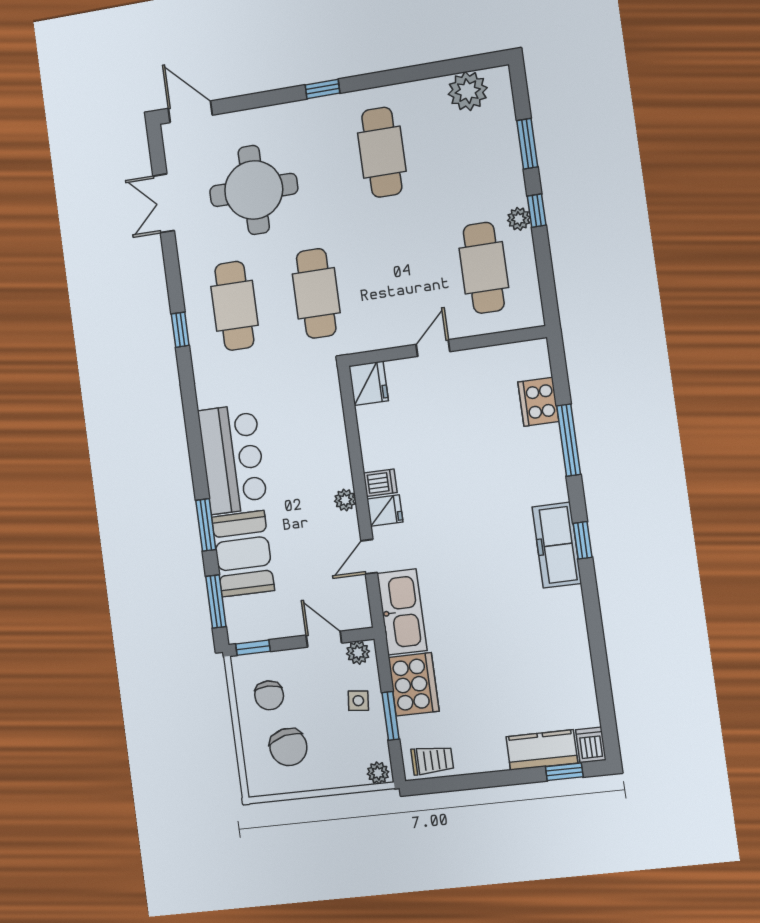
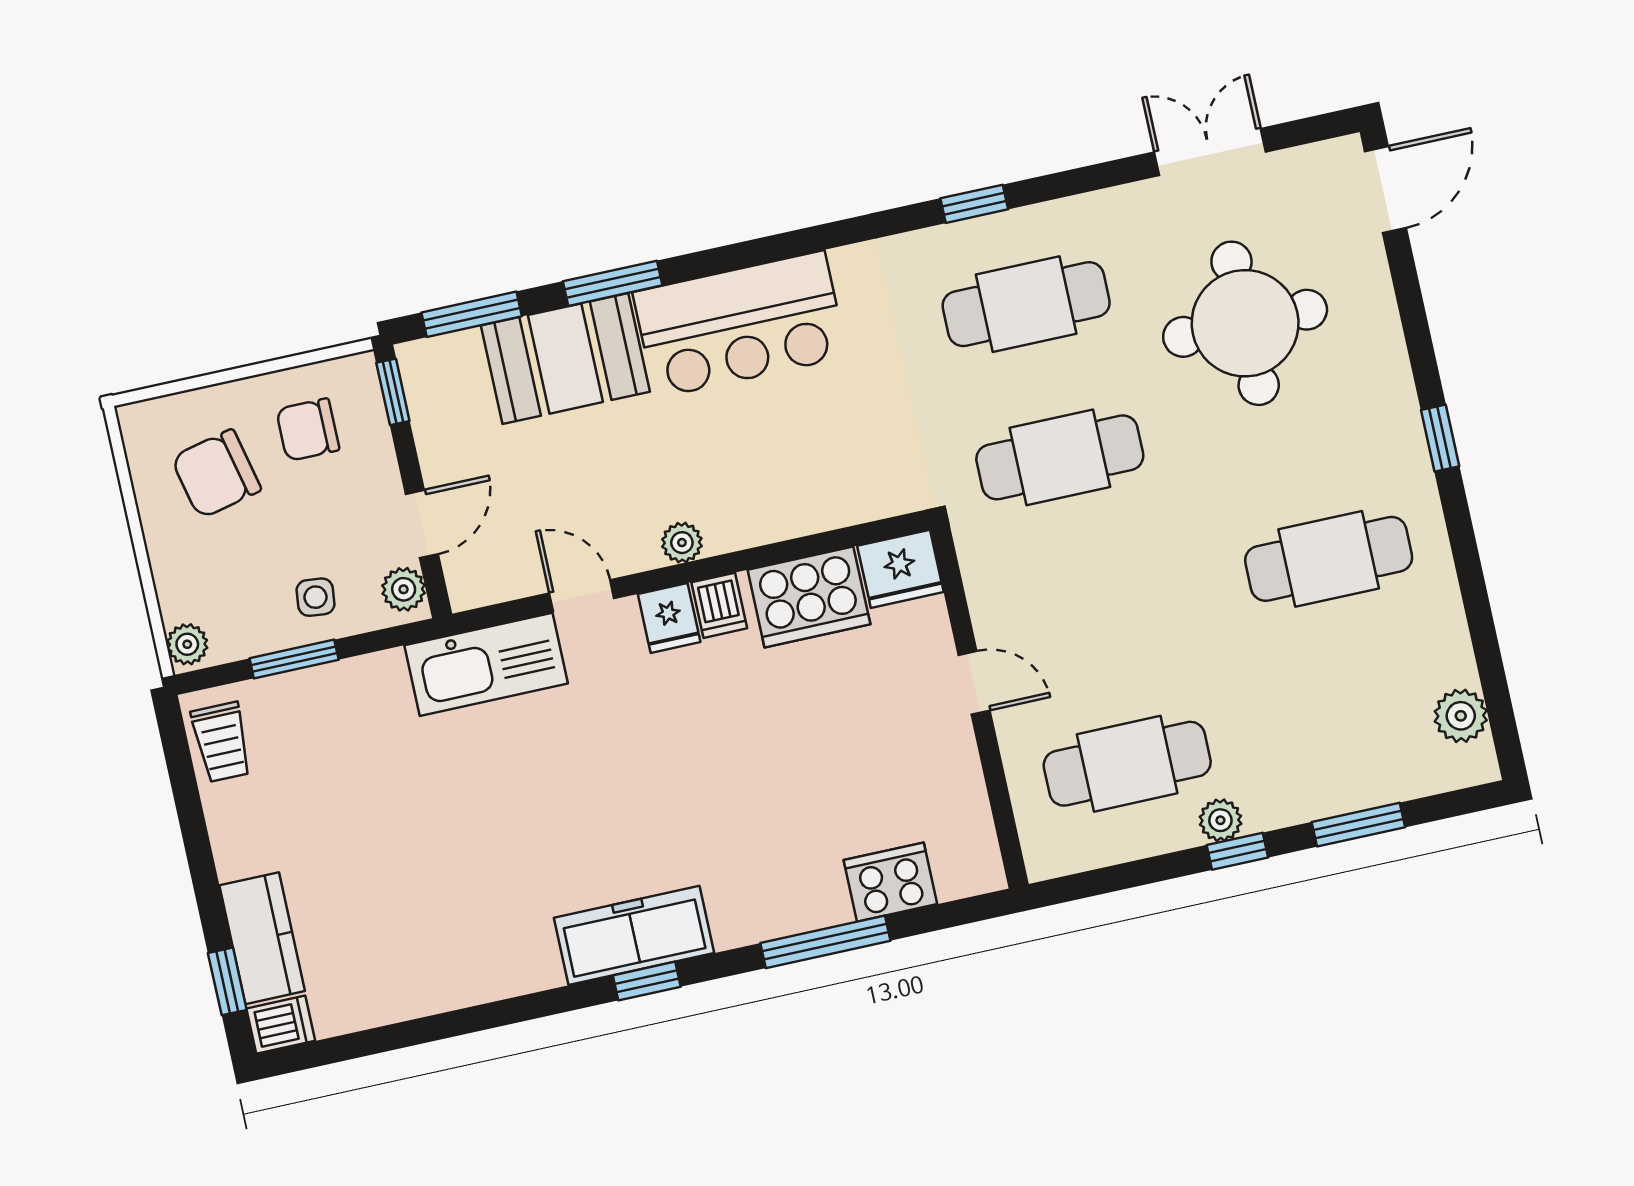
plant: (468, 91) -> (1461, 716), width x0.73, depth x0.73
cooker: (414, 684) -> (809, 597), moved

